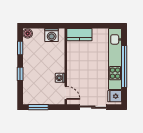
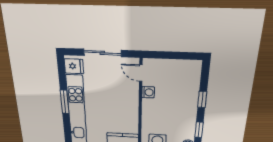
window: (124, 67) -> (65, 102), width x0.47
window: (38, 107) -> (180, 56), removed

